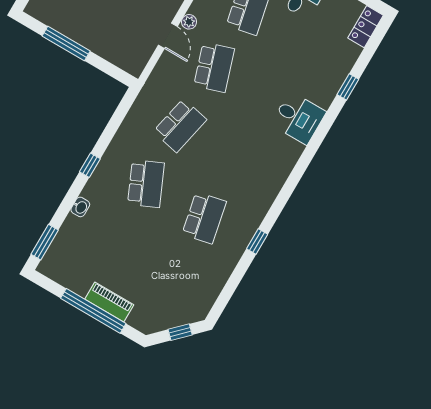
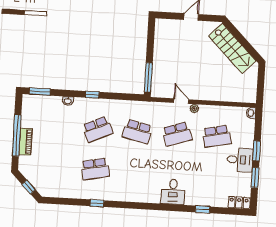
door: (168, 36) -> (181, 101), swing flipped
window: (66, 43) -> (148, 77), moved

